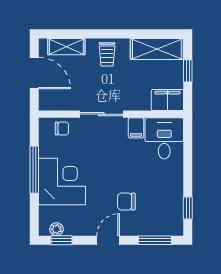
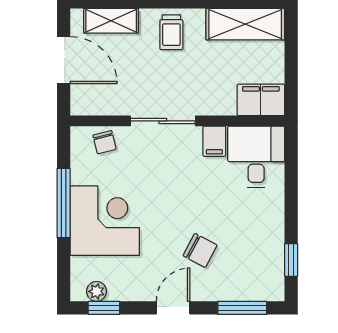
window: (188, 71) -> (291, 57), removed
chair: (62, 129) -> (104, 142), turned 76
chair: (126, 202) -> (200, 250), turned -152

